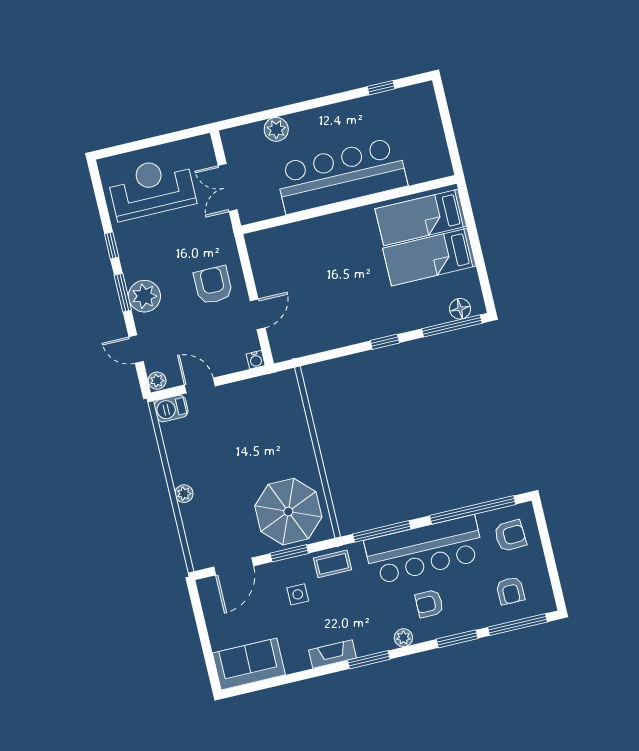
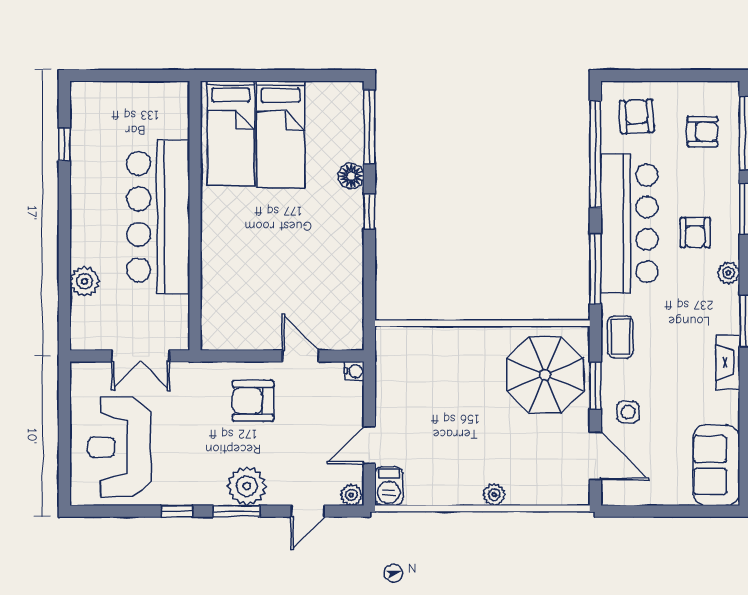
floor lamp: (460, 309) -> (351, 176), moved
side table: (298, 594) -> (628, 412), moved

